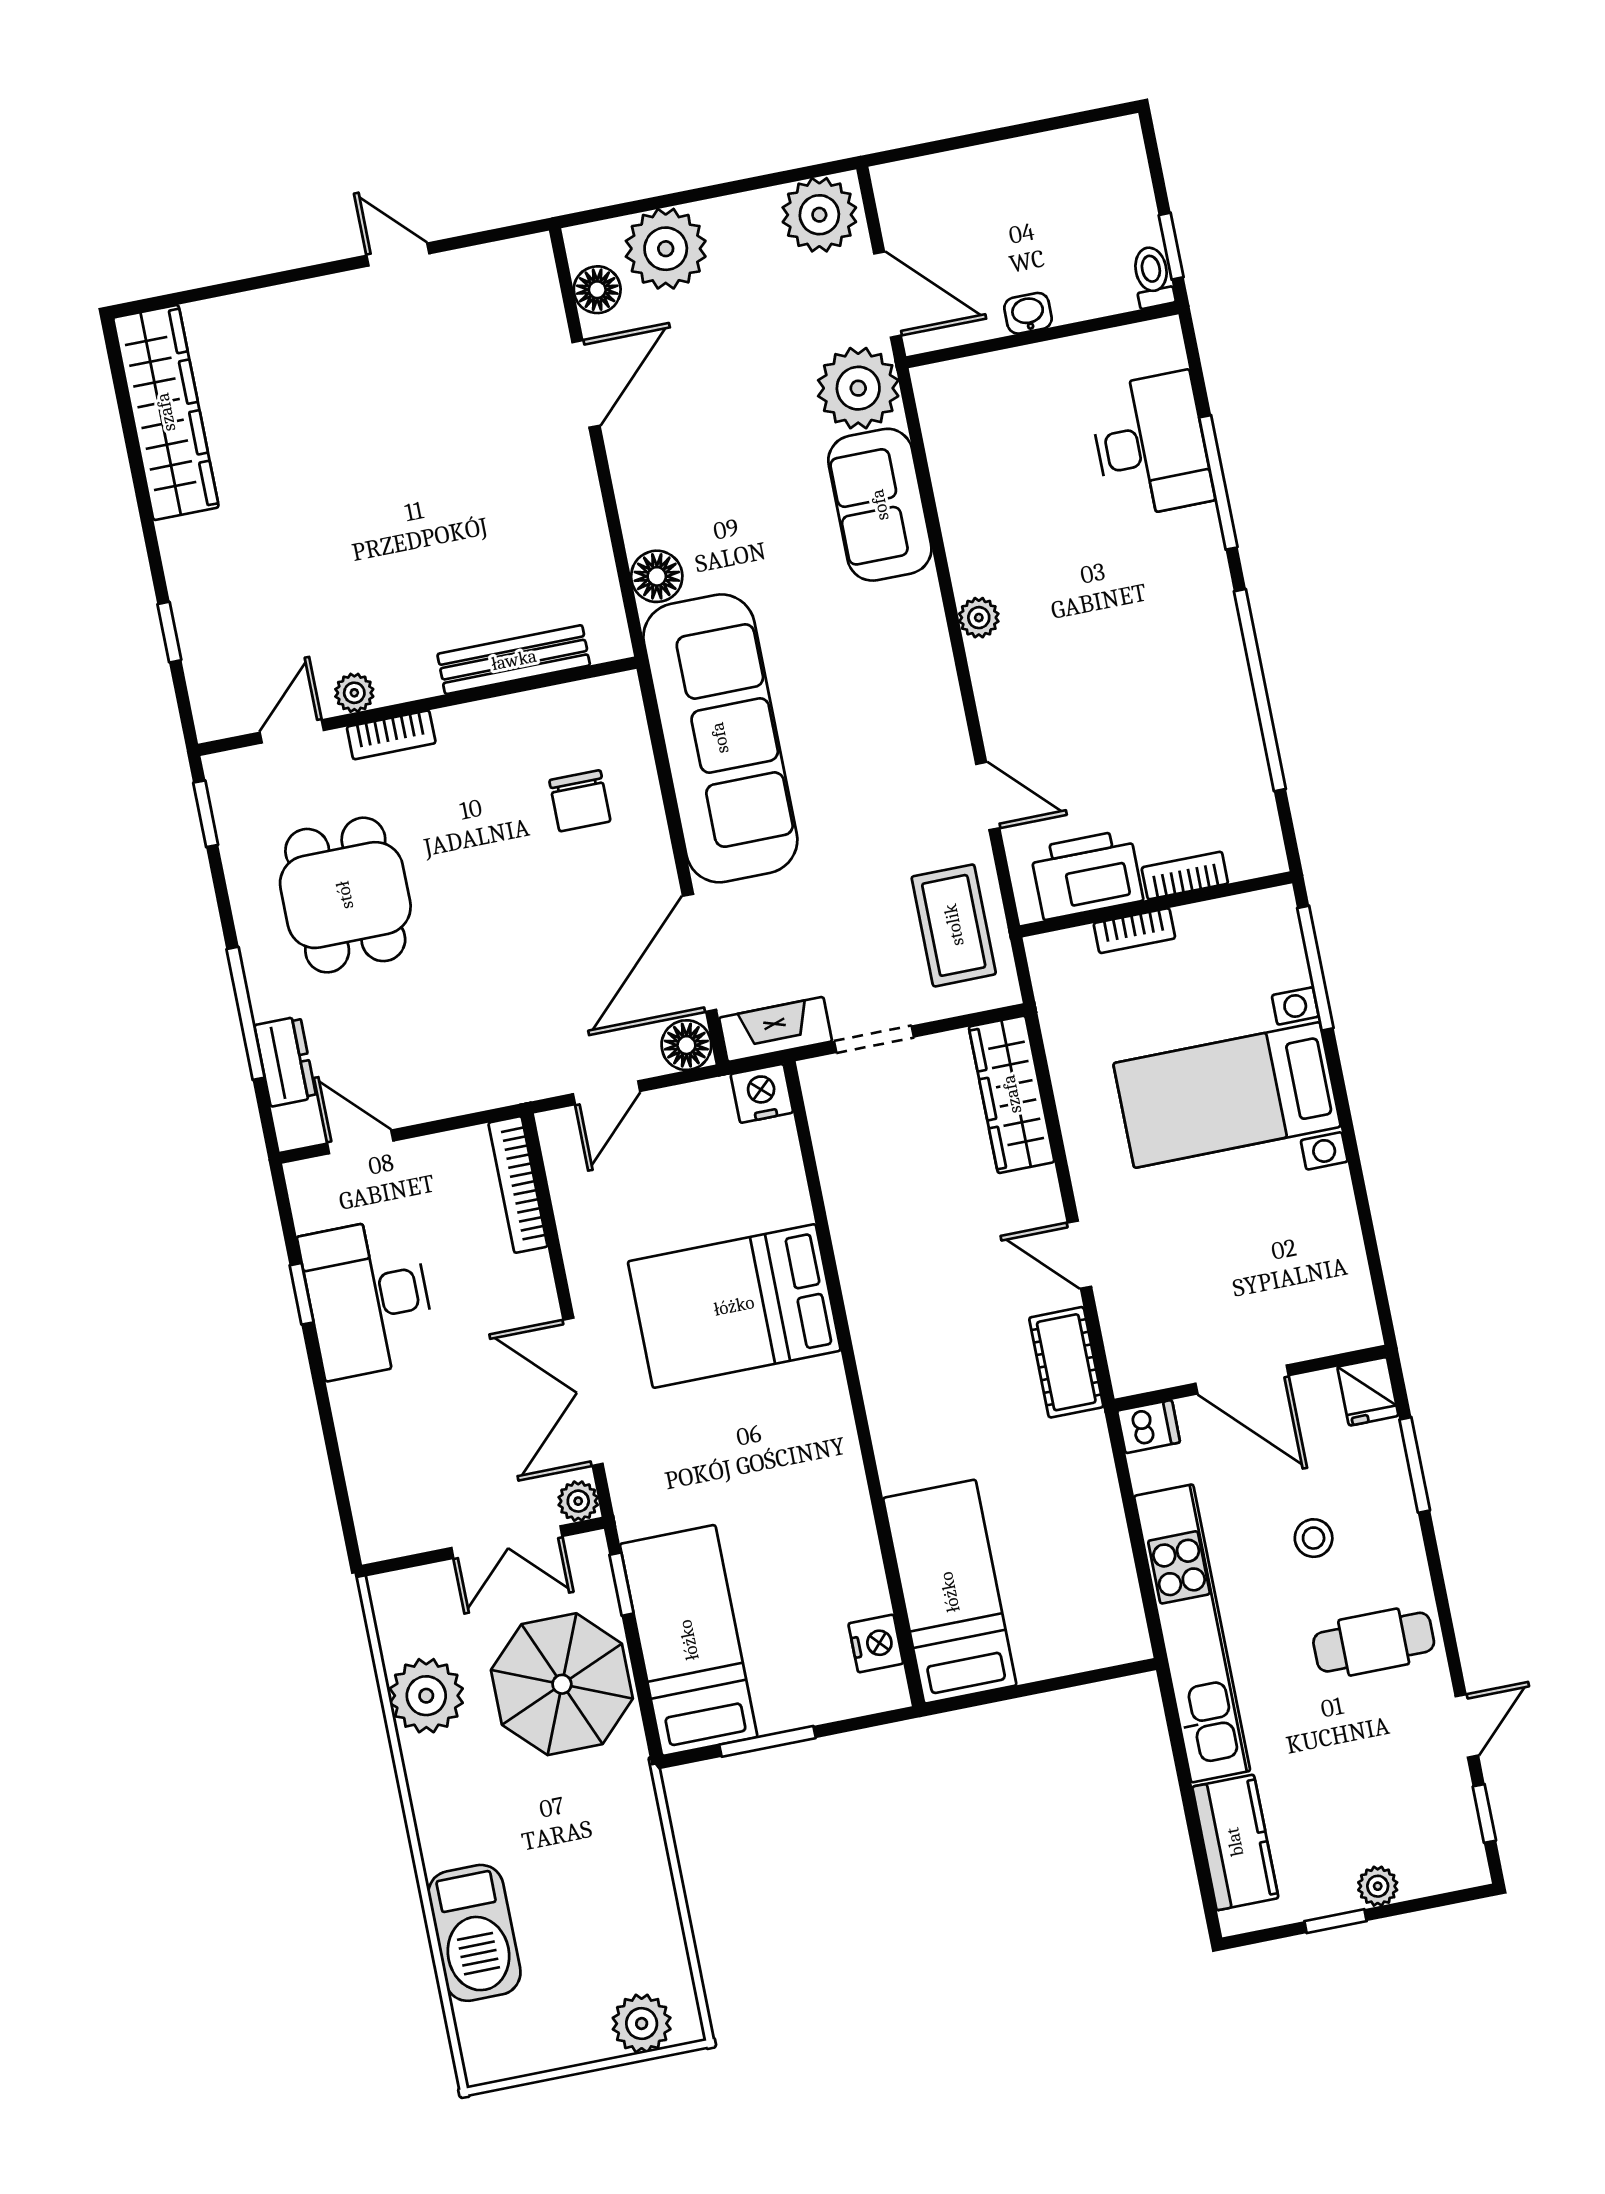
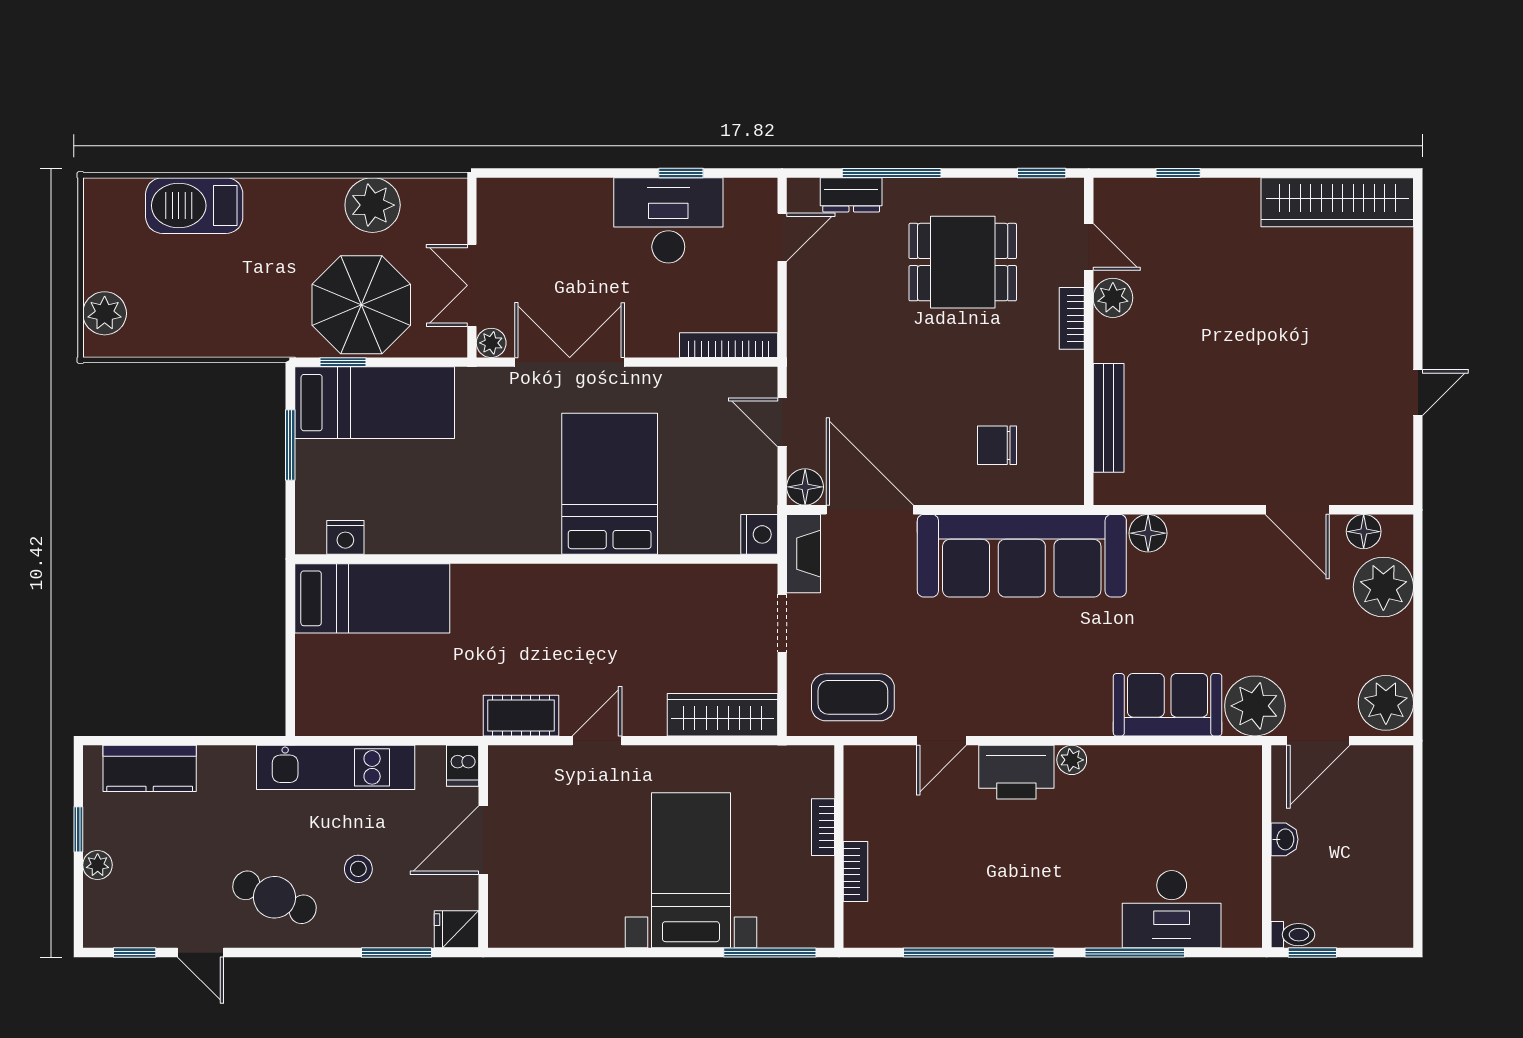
plant: (354, 693) -> (1113, 298), width x1.38, depth x1.38
printer: (1087, 875) -> (1016, 772), moved, turned 90
window: (621, 1584) -> (343, 362), moved
kitchen unit: (1192, 1633) -> (336, 767), width x0.73
cafe table: (1374, 1642) -> (274, 897), turned -67

